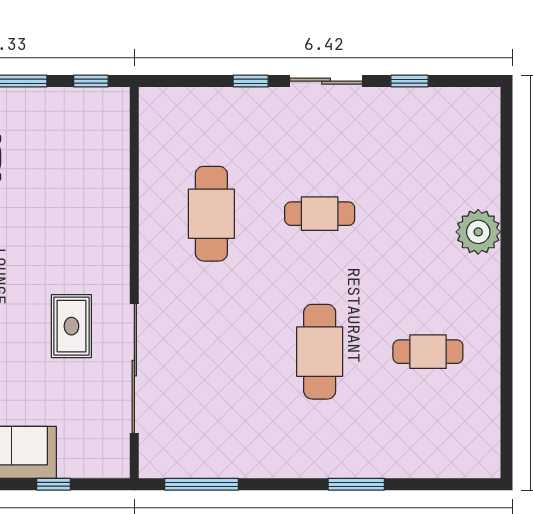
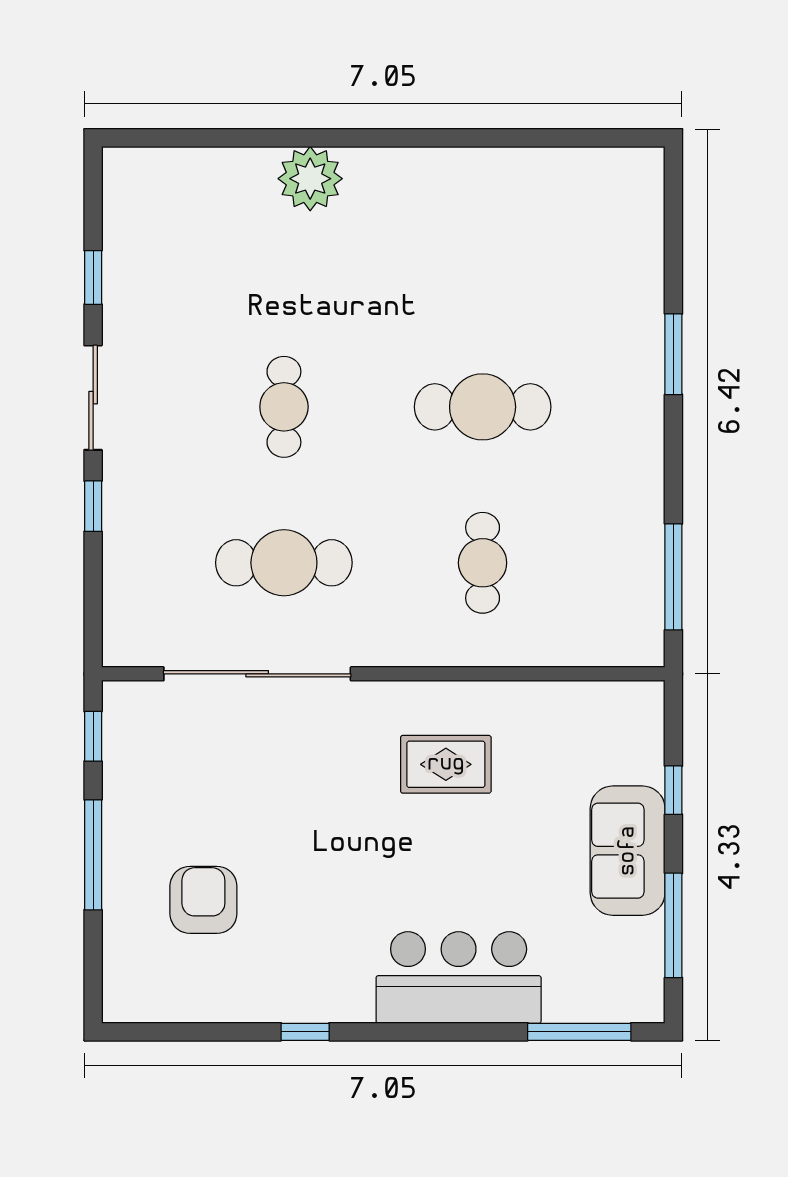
cafe table: (428, 352) -> (483, 563), moved
sliding door: (134, 368) -> (257, 674), moved

